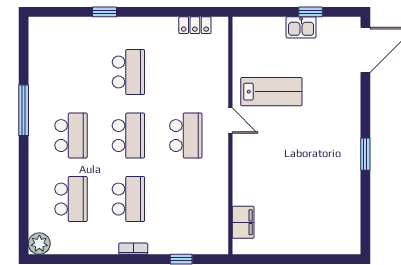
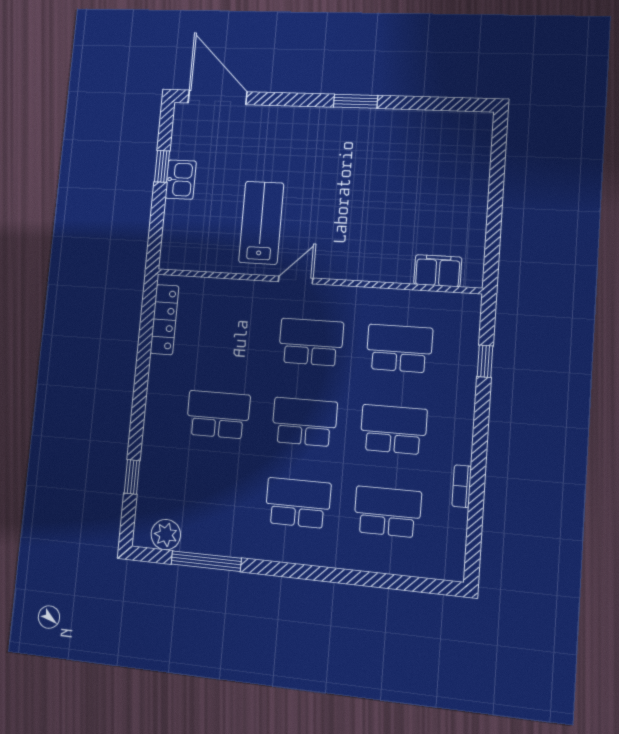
window: (105, 12) -> (132, 477), moved
locker: (195, 25) -> (164, 320), width x1.53
window: (24, 110) -> (206, 561), moved
school desk: (186, 199) -> (399, 348), added
plant: (39, 244) -> (166, 535), moved
bookcase: (133, 249) -> (462, 486), moved

